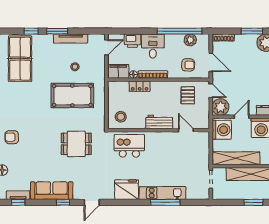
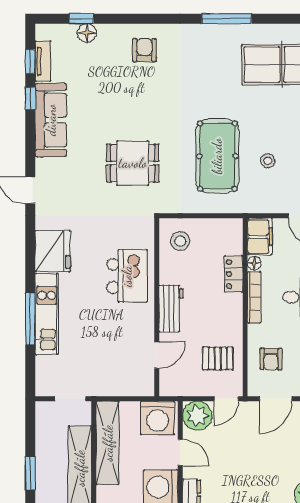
dining table: (76, 144) -> (133, 163), turned 90
kitchen island: (129, 146) -> (127, 276), moved
window: (63, 202) -> (30, 99), moved

